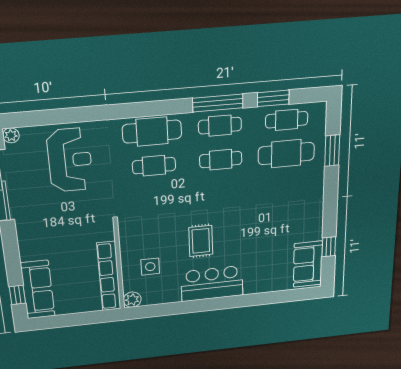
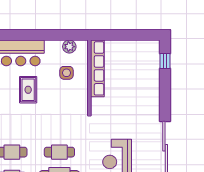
sofa: (38, 290) -> (150, 64), removed
plant: (132, 300) -> (69, 47), moved

